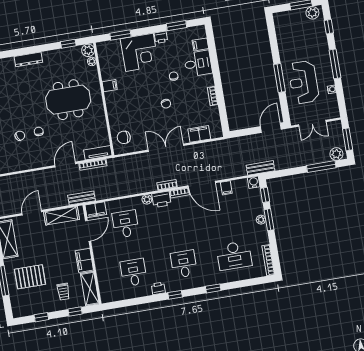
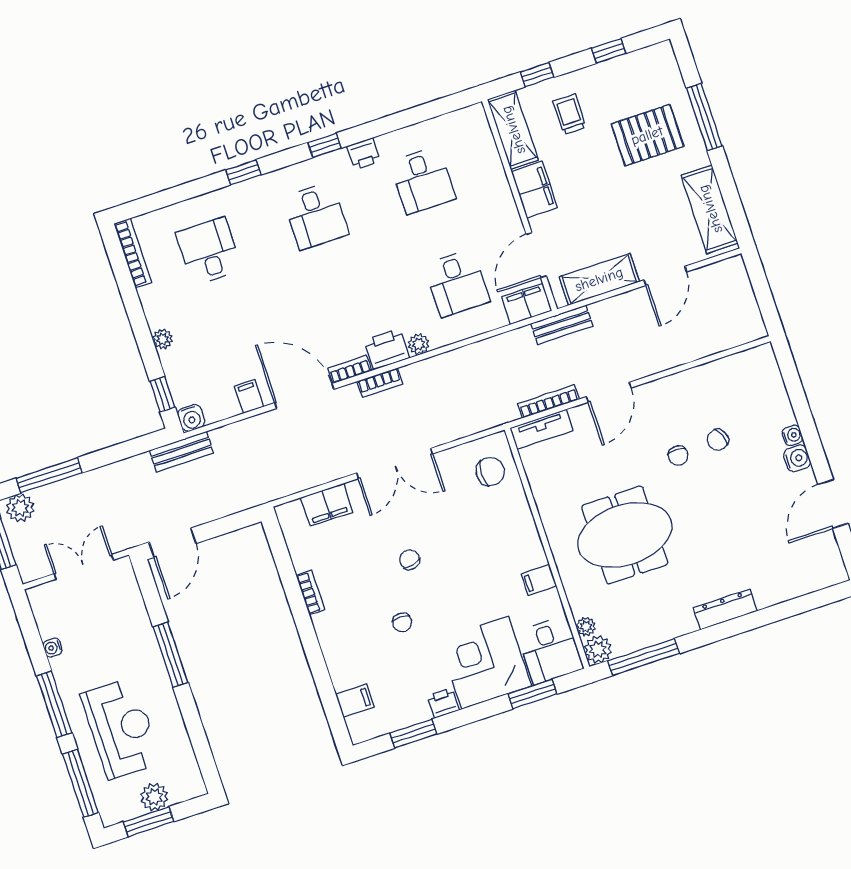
plant: (312, 13) -> (154, 797), moved
window: (329, 27) -> (81, 783), width x2.17
window: (68, 44) -> (644, 657), width x2.17
desk: (198, 63) -> (550, 650), moved, turned -90
reception desk: (304, 82) -> (121, 728), moved
window: (269, 220) -> (145, 342), removed
desk: (234, 256) -> (209, 251), width x0.73

